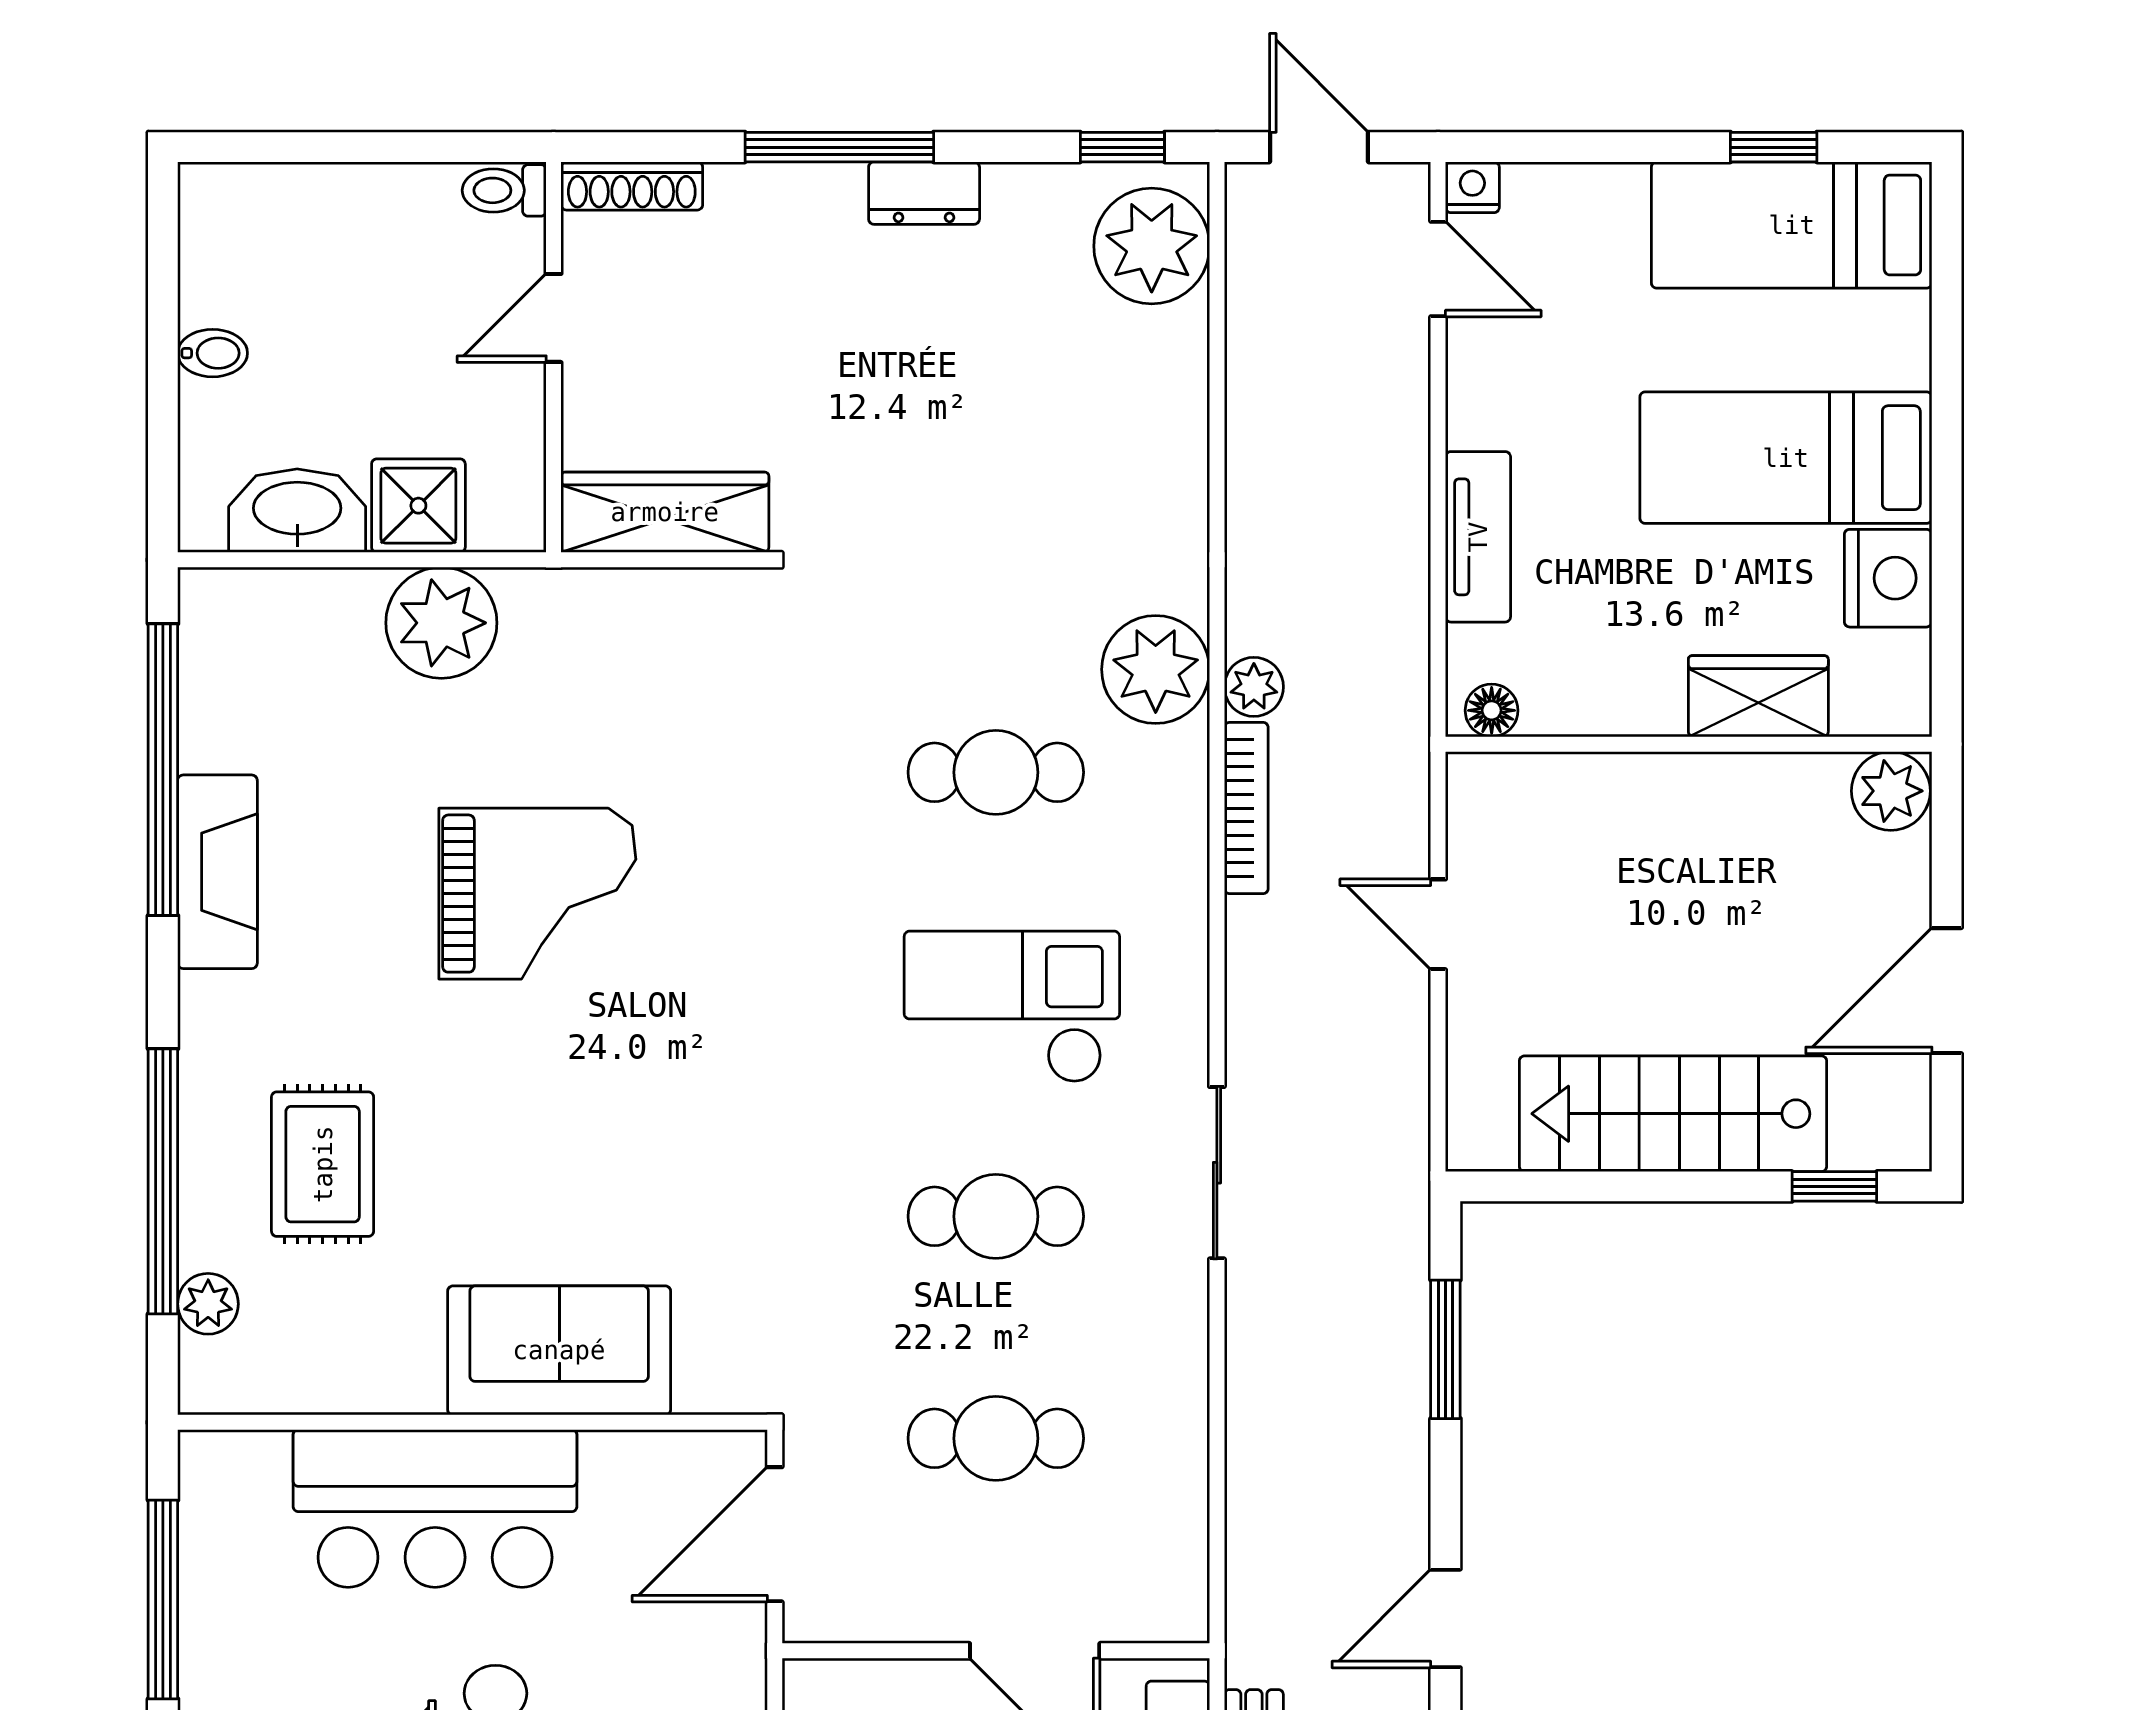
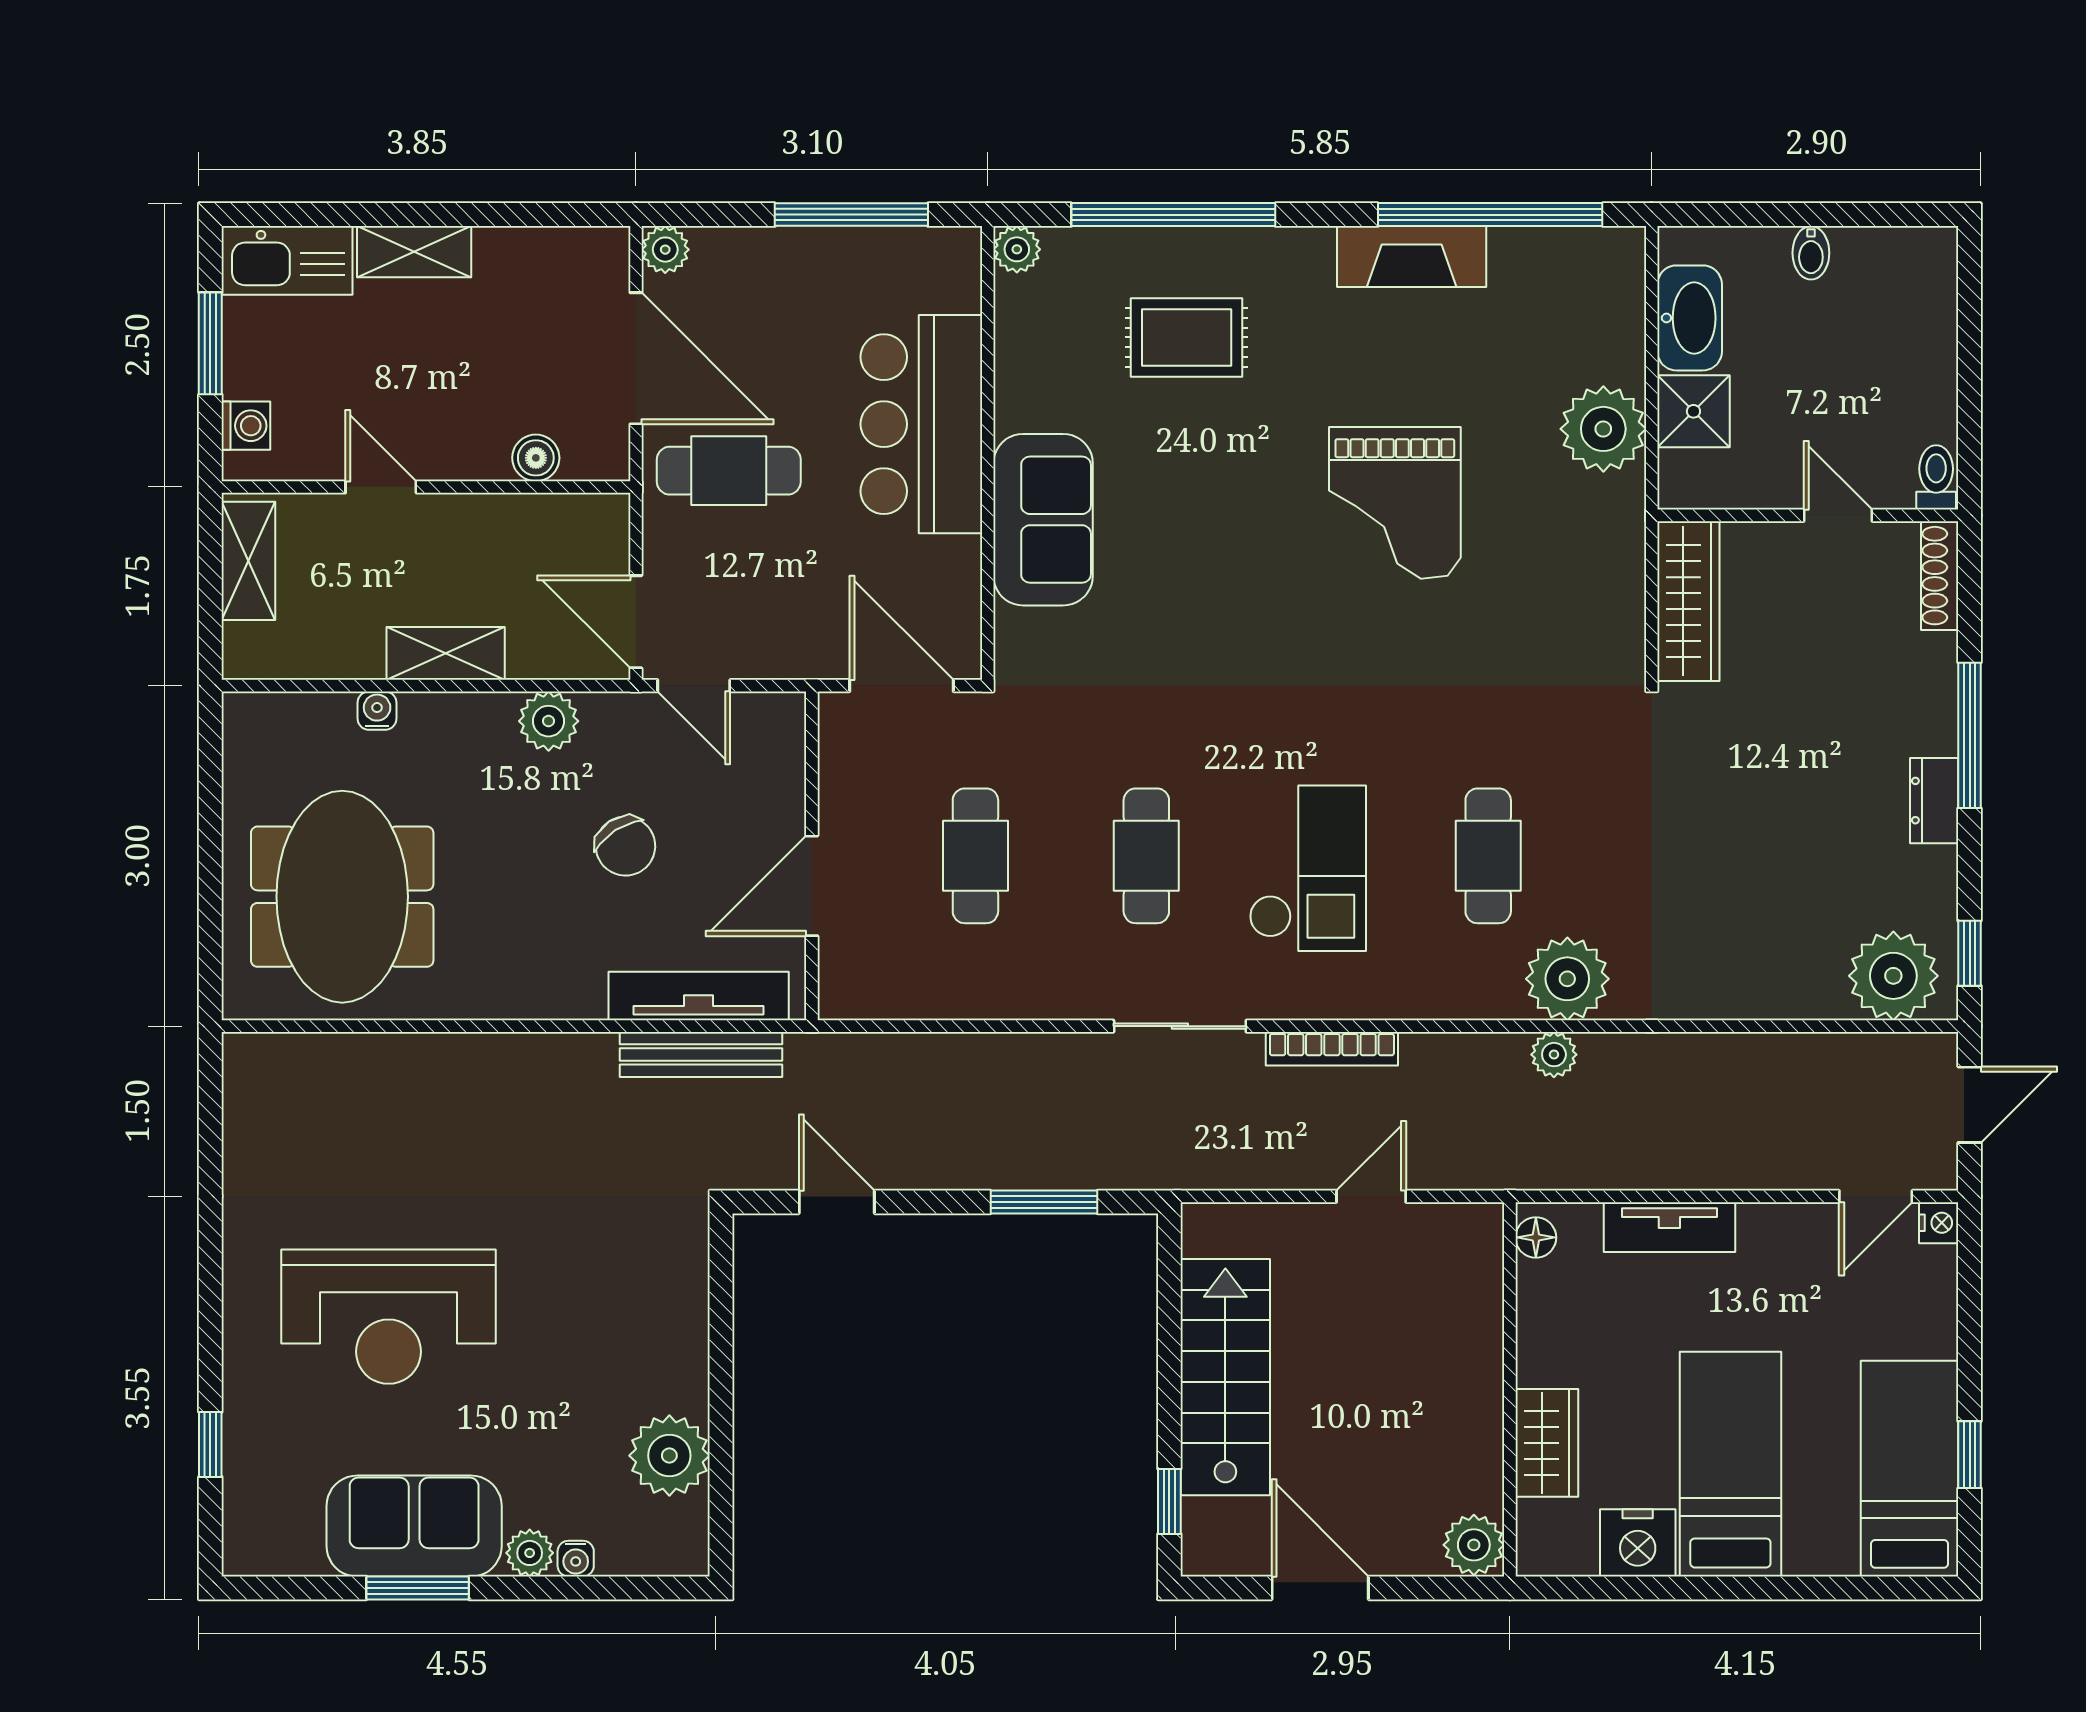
bookcase: (1246, 808) -> (1332, 1049), moved
plant: (208, 1304) -> (1017, 249), moved

